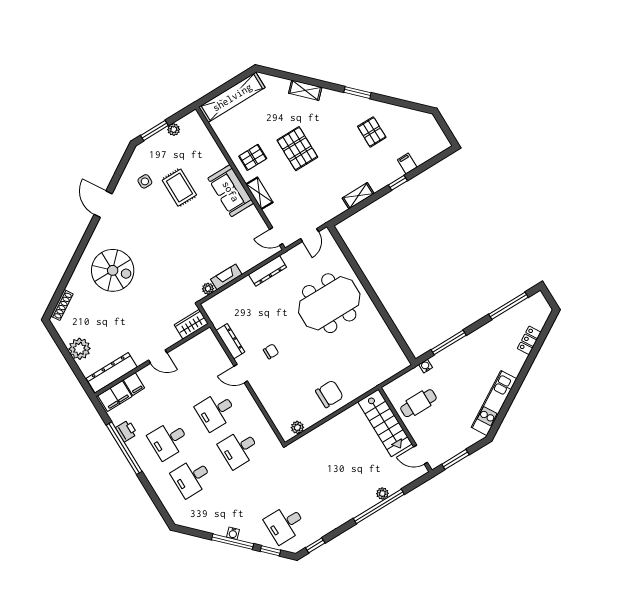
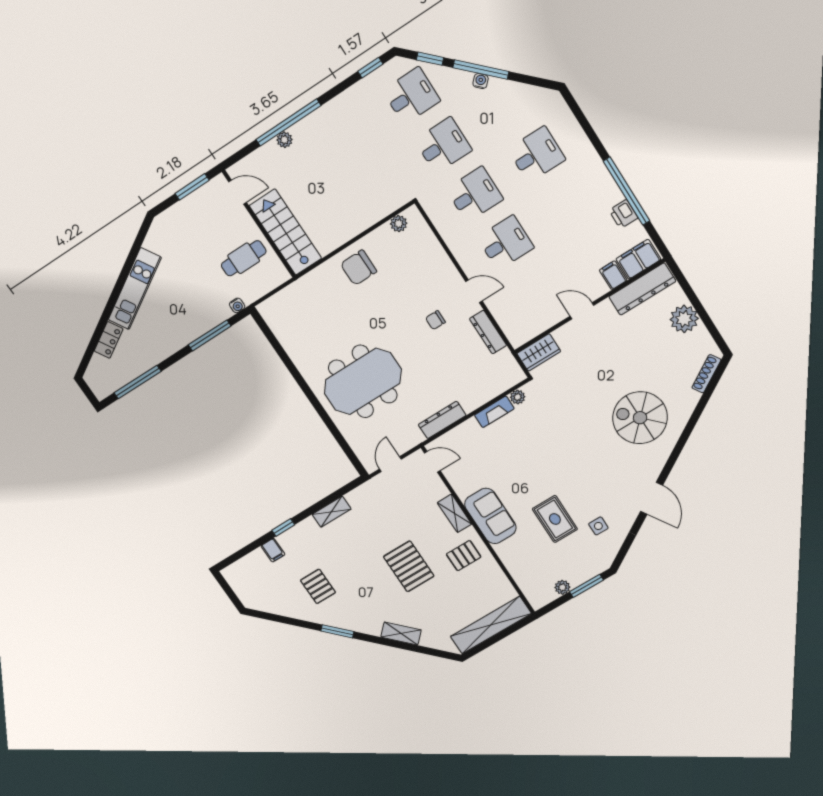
kitchen unit: (494, 403) -> (135, 289), moved
desk: (169, 440) -> (443, 145), moved

